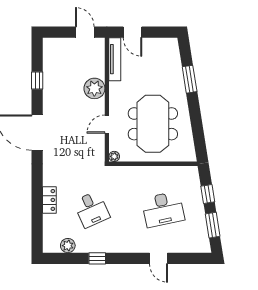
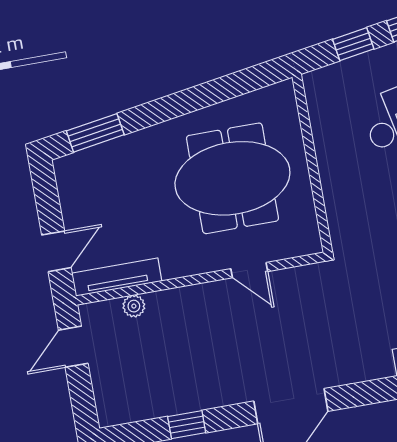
window: (190, 79) -> (95, 133), moved
plant: (94, 88) -> (134, 306), moved, width x0.53, depth x0.53
plant: (114, 156) -> (311, 244), removed

